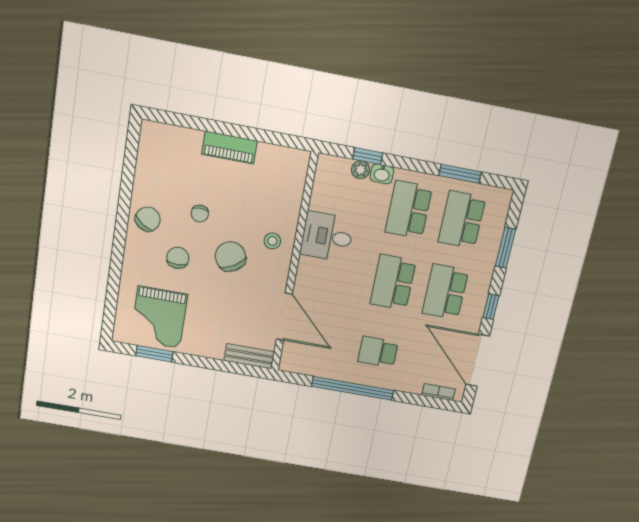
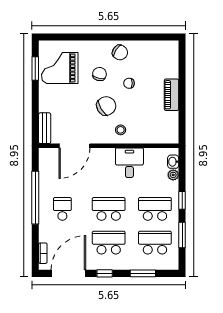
window: (368, 156) -> (182, 200), moved
washbasin: (382, 174) -> (173, 162), moved
chair: (178, 258) -> (99, 74), turned -77

